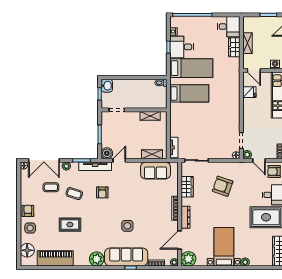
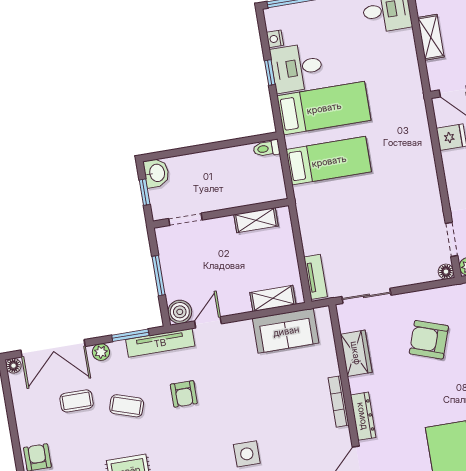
wardrobe: (234, 47) -> (405, 50), removed

